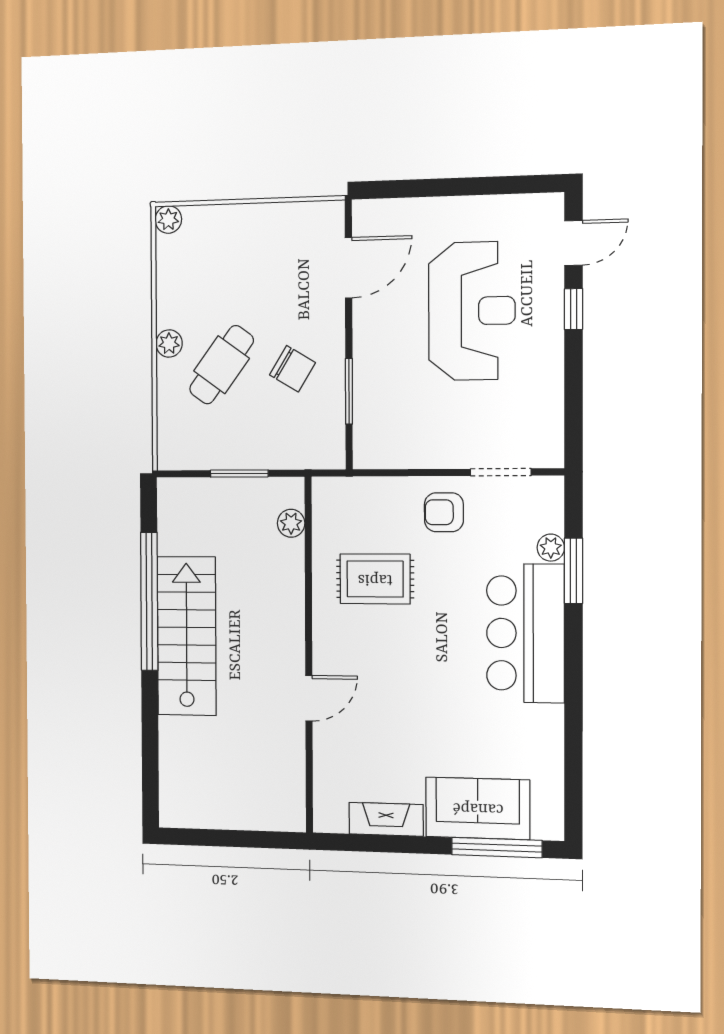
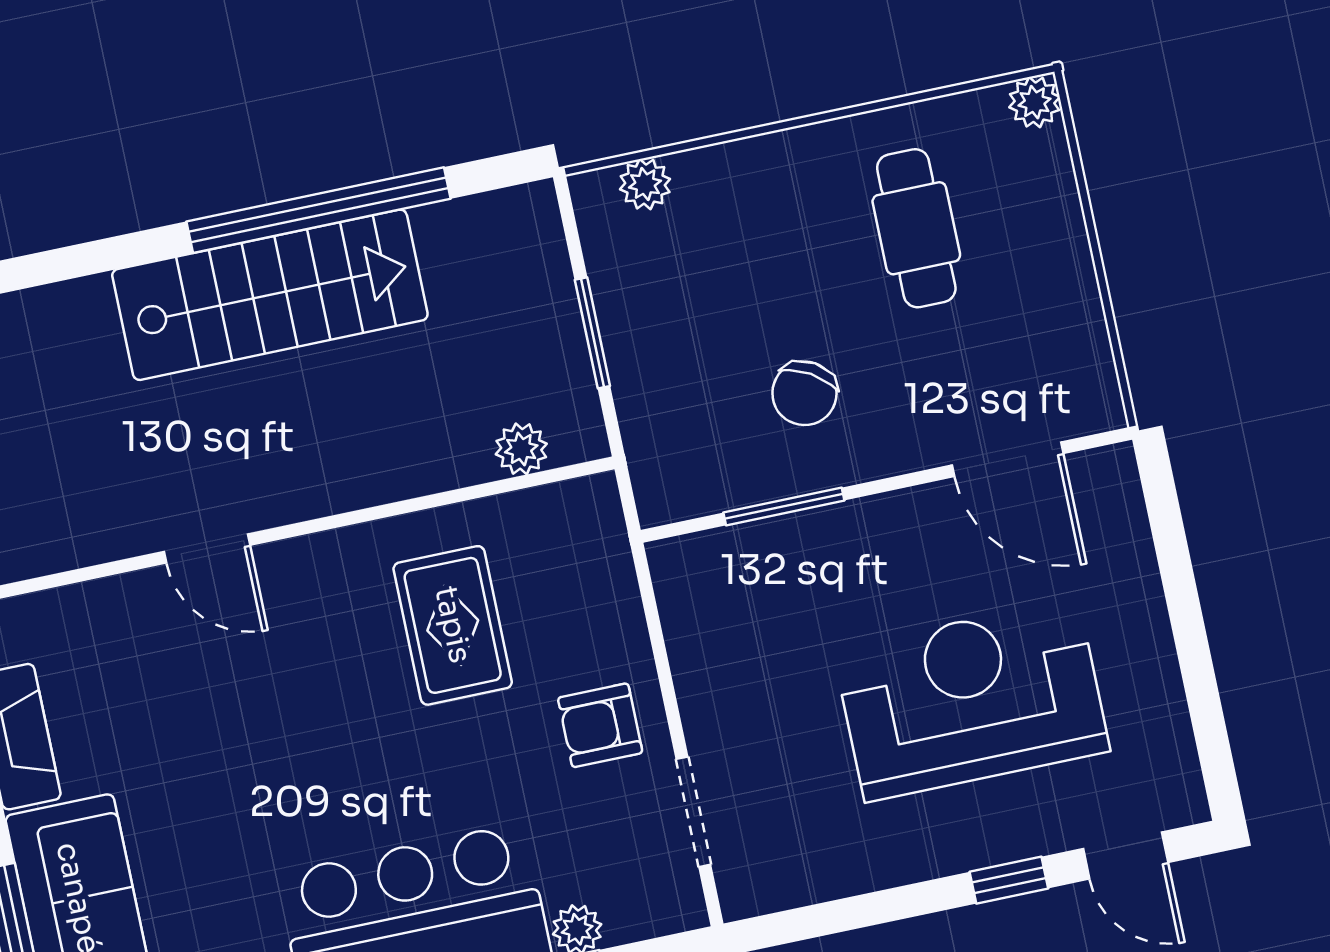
reception desk: (472, 311) -> (971, 700), turned 180
plant: (169, 343) -> (645, 184), moved
cafe table: (222, 365) -> (916, 228), moved, turned 54
armchair: (444, 512) -> (600, 725), turned -90

